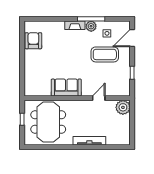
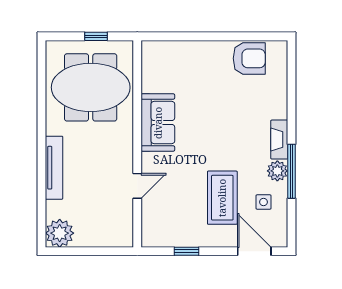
door: (99, 98) -> (137, 186), hinge flipped
plant: (123, 107) -> (60, 233), moved

